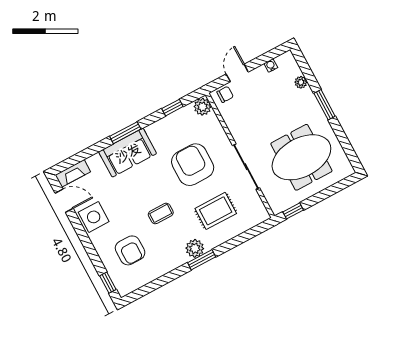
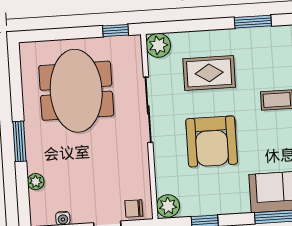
meeting table: (301, 157) -> (76, 91), turned 90
plant: (195, 248) -> (158, 45), moved

